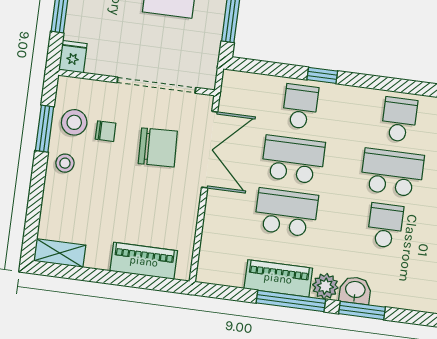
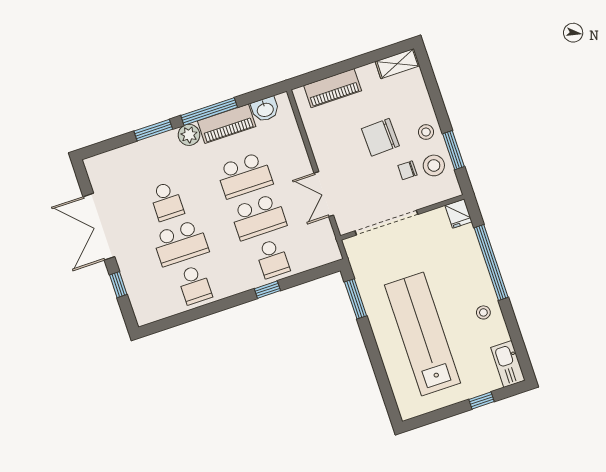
chair: (158, 147) -> (380, 137), moved
double door: (210, 150) -> (324, 194), width x0.73
washbasin: (355, 290) -> (265, 109), moved

